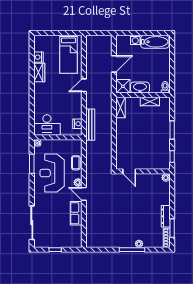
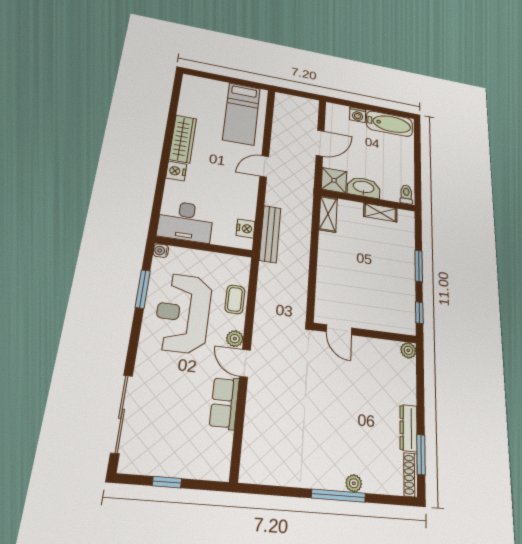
nightstand: (38, 57) -> (176, 171), moved
wardrobe: (39, 72) -> (183, 139), width x1.50

